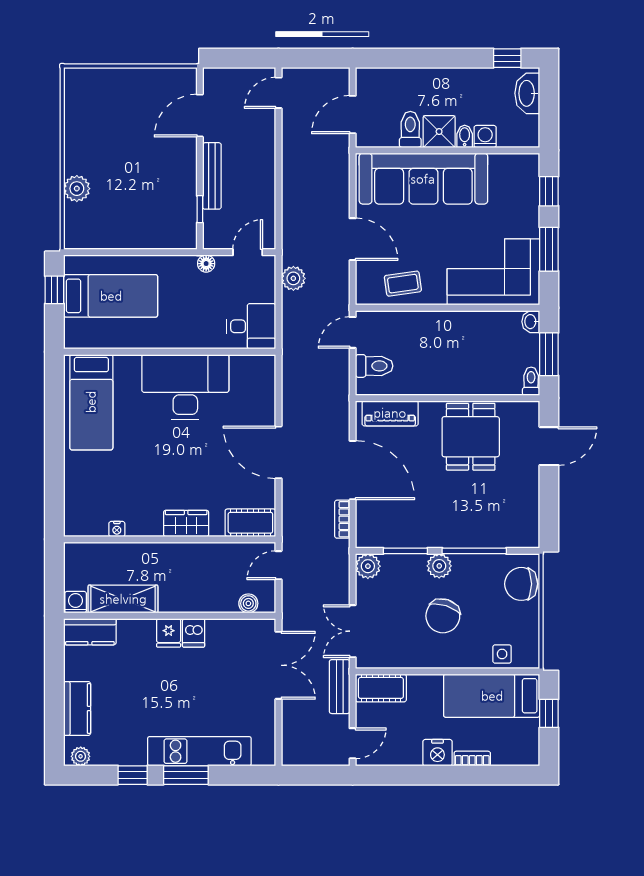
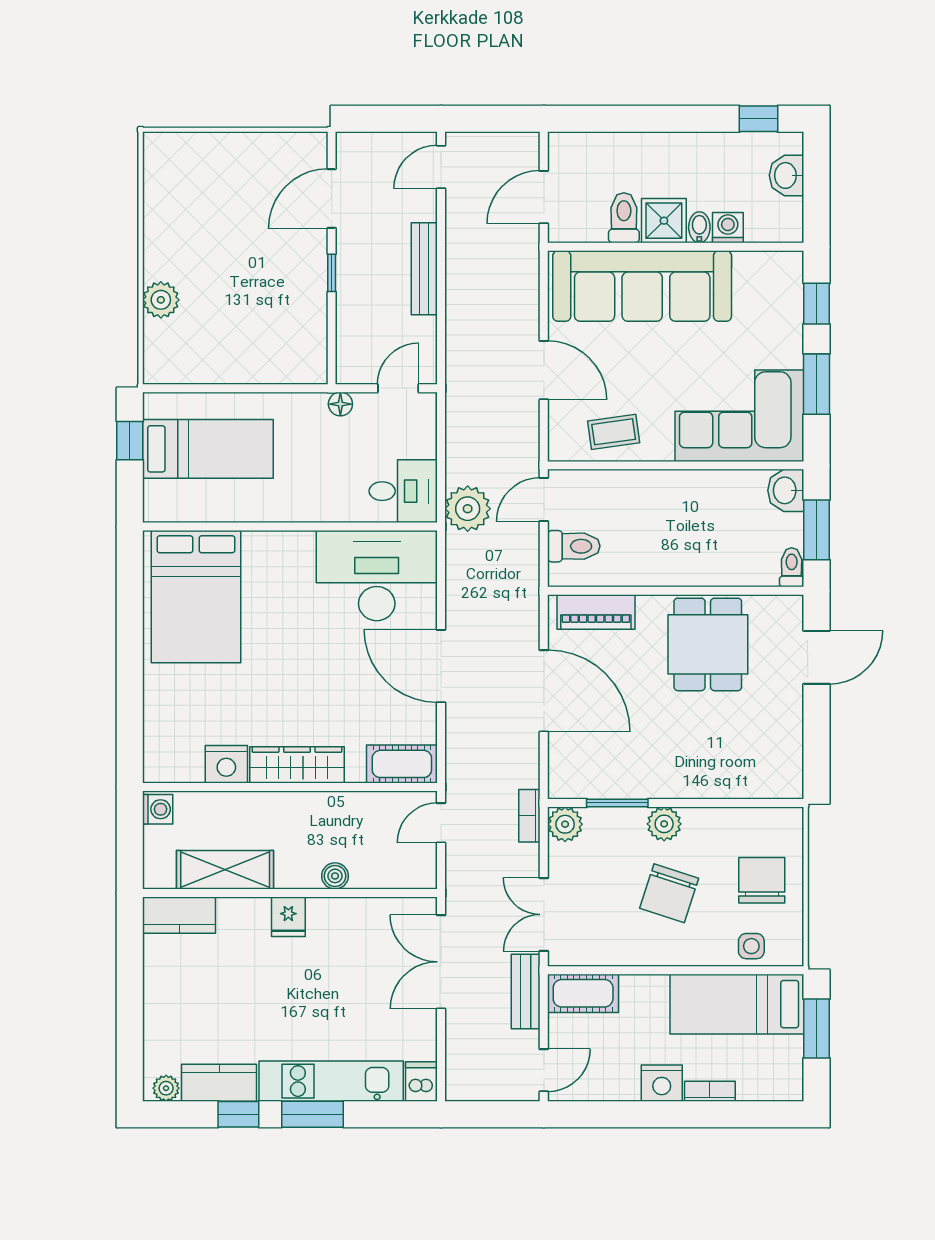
washbasin: (527, 93) -> (786, 175), width x0.72
bench: (212, 176) -> (424, 269), moved
window: (200, 209) -> (332, 273), moved
plant: (293, 278) -> (468, 509), moved, width x1.36, depth x1.36
washbasin: (531, 322) -> (786, 490), width x1.38, depth x1.45
desk: (185, 387) -> (377, 576), moved
bed: (91, 402) -> (196, 597), width x1.50
bookcase: (342, 519) -> (529, 816), moved
wardrobe: (186, 523) -> (297, 765), width x1.50
nightstand: (117, 529) -> (226, 764), width x1.89, depth x1.79
window: (474, 551) -> (713, 803), removed
chair: (521, 584) -> (762, 880), moved, turned 90
washing machine: (76, 602) -> (158, 809), moved, turned 90
boiler: (248, 603) -> (335, 876), moved
dishwasher: (194, 633) -> (421, 1081), moved, turned 180
double door: (279, 665) -> (441, 962), swing flipped
kitchen counter: (77, 709) -> (219, 1083), moved, turned -90
window: (549, 713) -> (817, 1029), width x1.50

